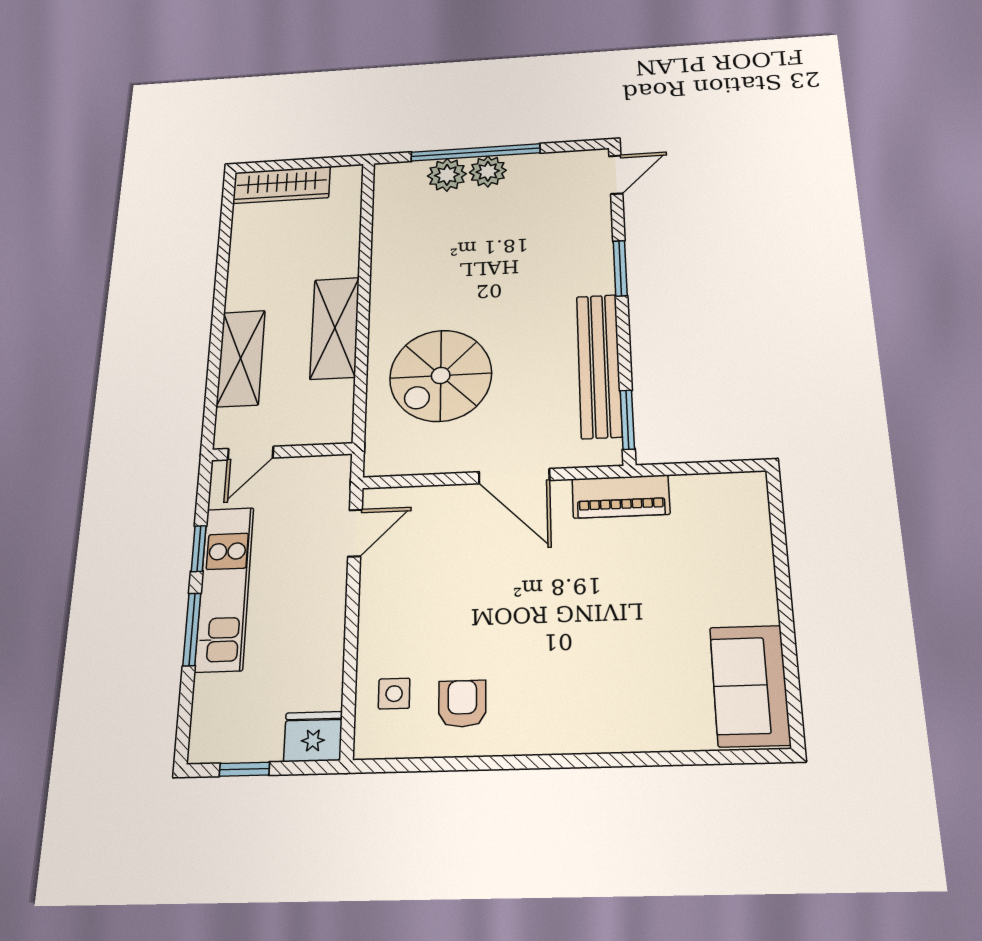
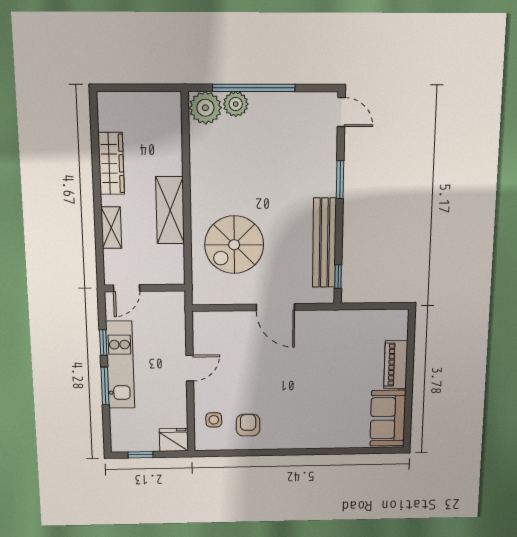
plant: (488, 171) -> (205, 108), moved, width x1.36, depth x1.36
door: (616, 175) -> (341, 112), hinge flipped
wardrobe: (282, 185) -> (111, 163), moved, turned -90
shelving: (241, 358) -> (111, 228), width x0.67, depth x0.75
window: (627, 420) -> (338, 277), width x0.67
piano: (621, 497) -> (396, 365), moved, turned 90
door: (355, 533) -> (190, 368), moved

